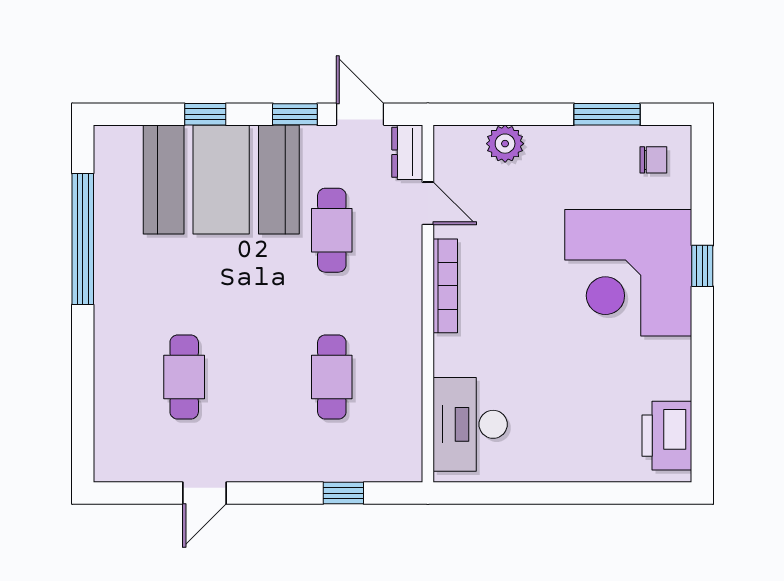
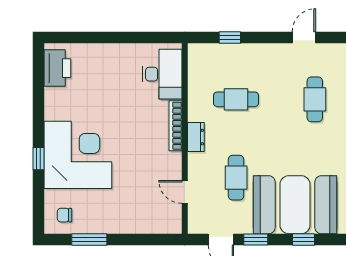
plant: (505, 144) -> (144, 224), removed
dresser: (407, 152) -> (196, 137), moved
bookcase: (445, 286) -> (176, 126), moved
cafe table: (332, 377) -> (236, 99), turned 90

